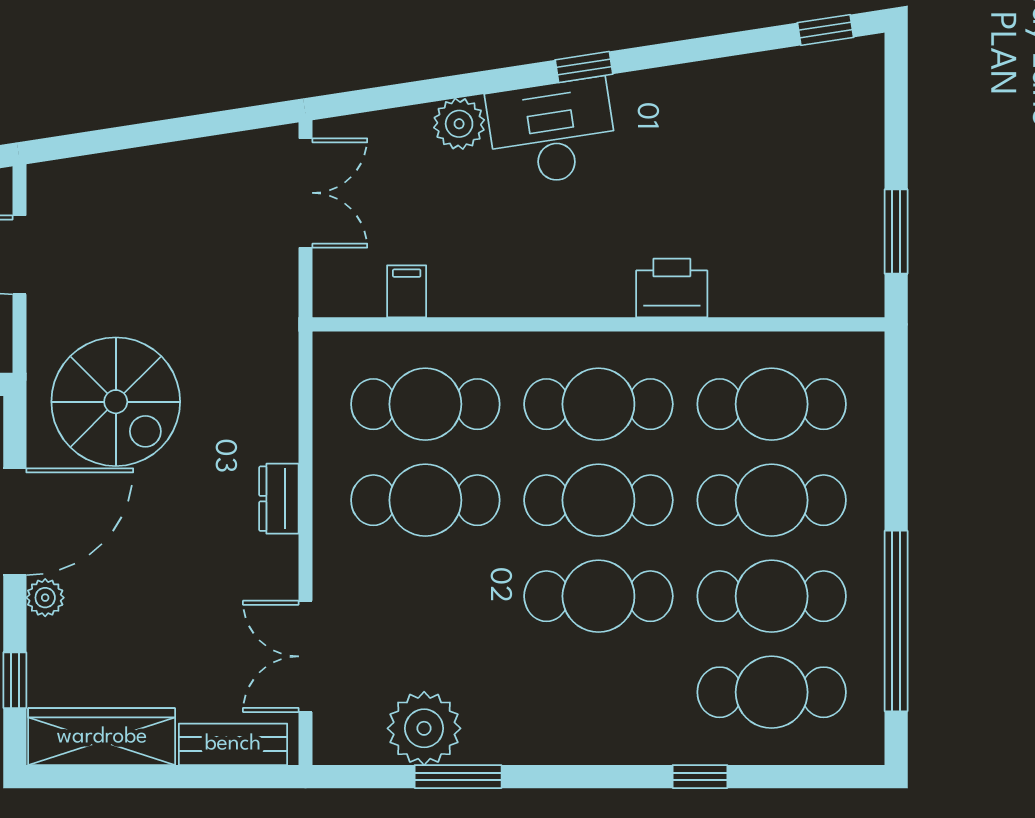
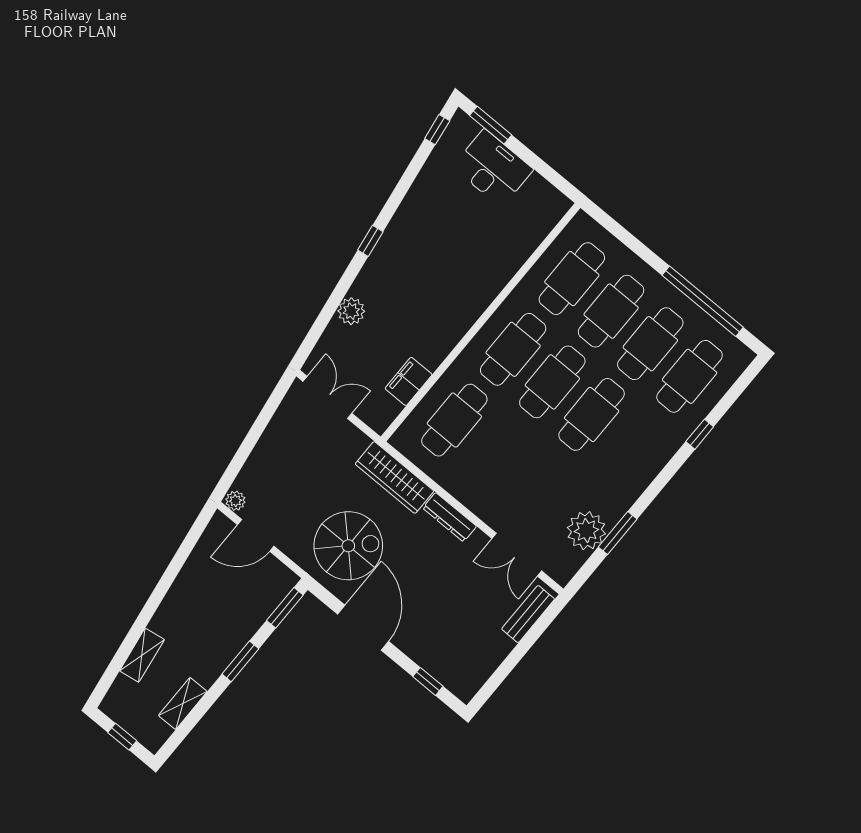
desk: (552, 132) -> (493, 168), moved, turned 99
window: (896, 231) -> (491, 125), moved
printer: (672, 288) -> (491, 280), removed
filing cabinet: (407, 291) -> (409, 381), width x2.00
dresser: (279, 499) -> (450, 517), width x1.44
cafe table: (425, 500) -> (494, 453), removed
plant: (45, 598) -> (235, 501), moved
wardrobe: (102, 737) -> (395, 477), moved, turned -90

